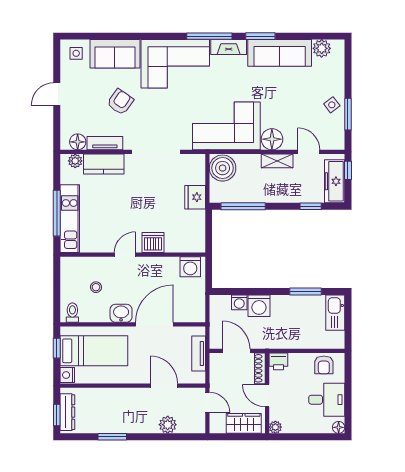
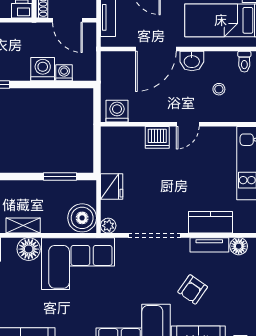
plant: (75, 161) -> (108, 226), moved
window: (243, 206) -> (60, 177), width x0.69

